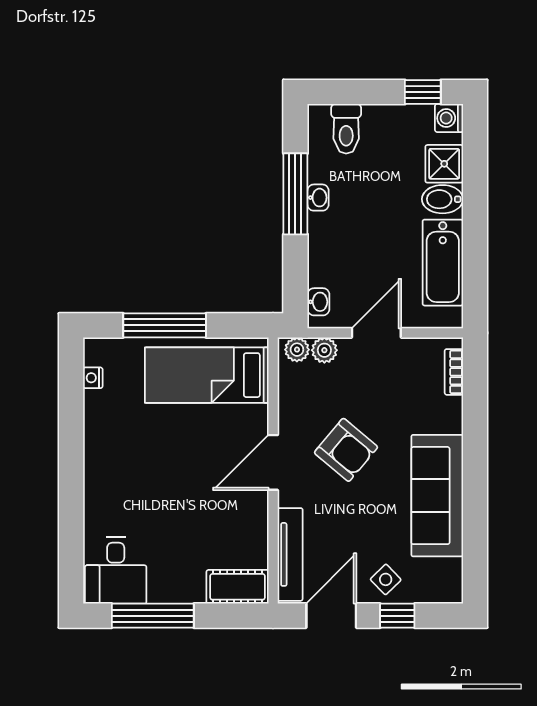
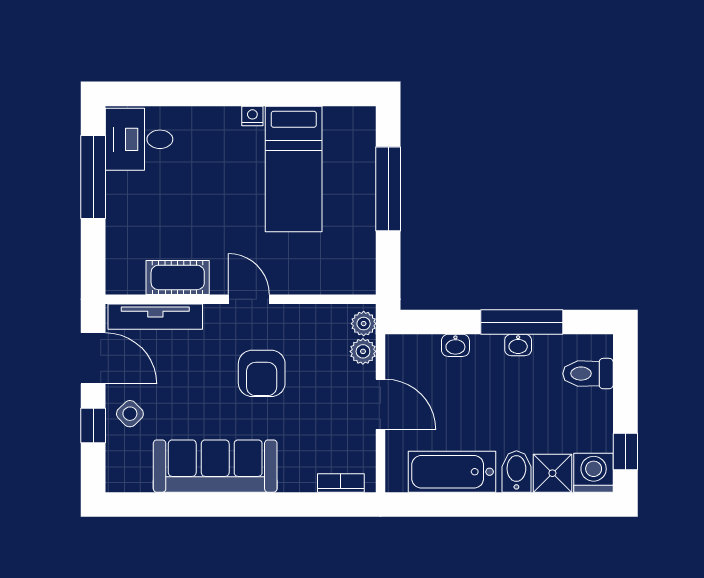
washing machine: (449, 118) -> (594, 473), width x1.38, depth x1.38
washbasin: (318, 302) -> (455, 345), moved
bed: (207, 375) -> (294, 169), moved, turned 180
nightstand: (93, 378) -> (252, 116), moved
armchair: (346, 450) -> (262, 373), turned -40
door: (273, 462) -> (249, 299), width x0.73
cot: (237, 587) -> (178, 277), moved, turned 90

